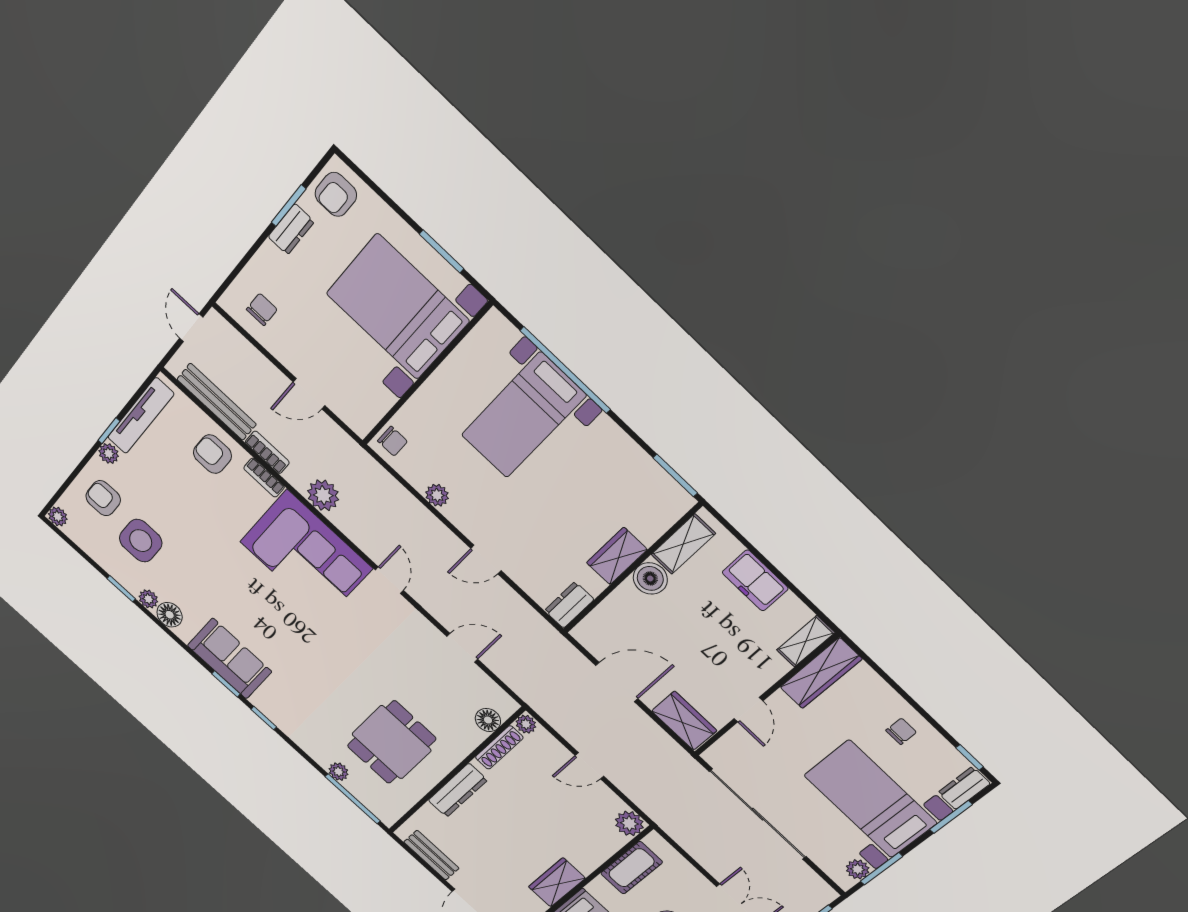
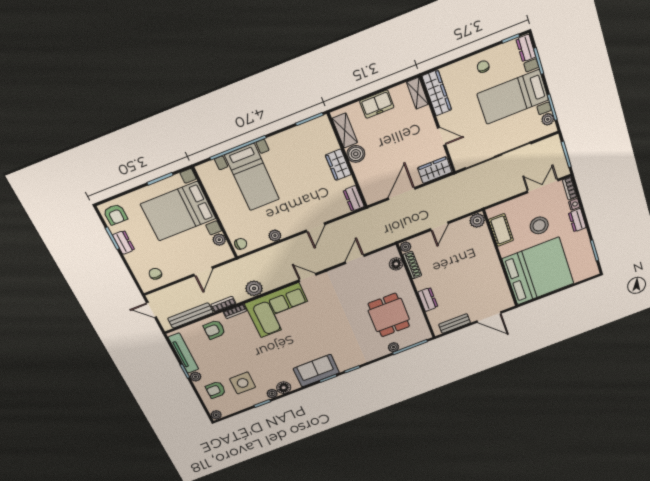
plant: (381, 400) -> (219, 240), added
dresser: (458, 790) -> (428, 299), width x0.70
wardrobe: (557, 882) -> (494, 270), removed

